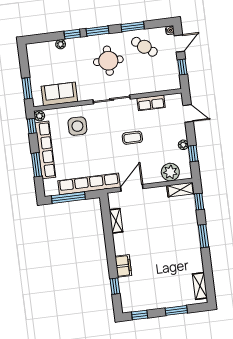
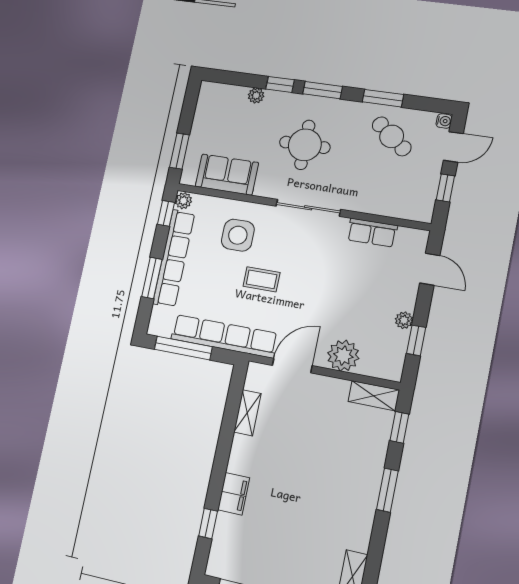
round table: (108, 61) -> (305, 145), moved
coffee table: (132, 138) -> (262, 279), moved
plant: (170, 172) -> (343, 356), moved

